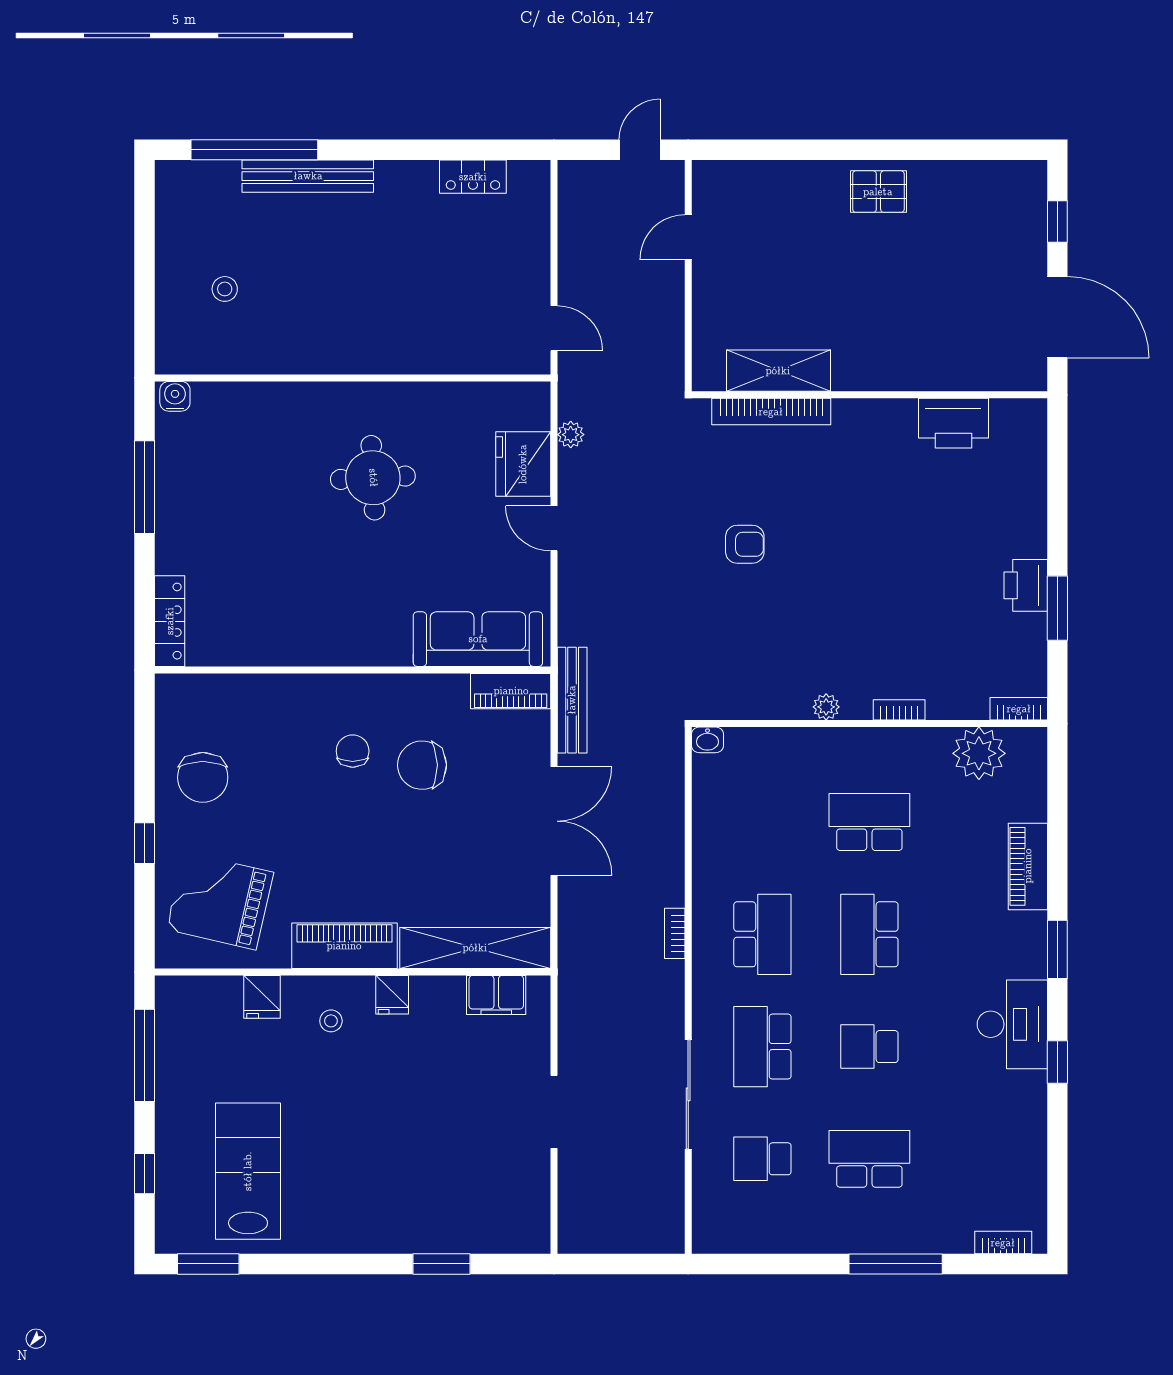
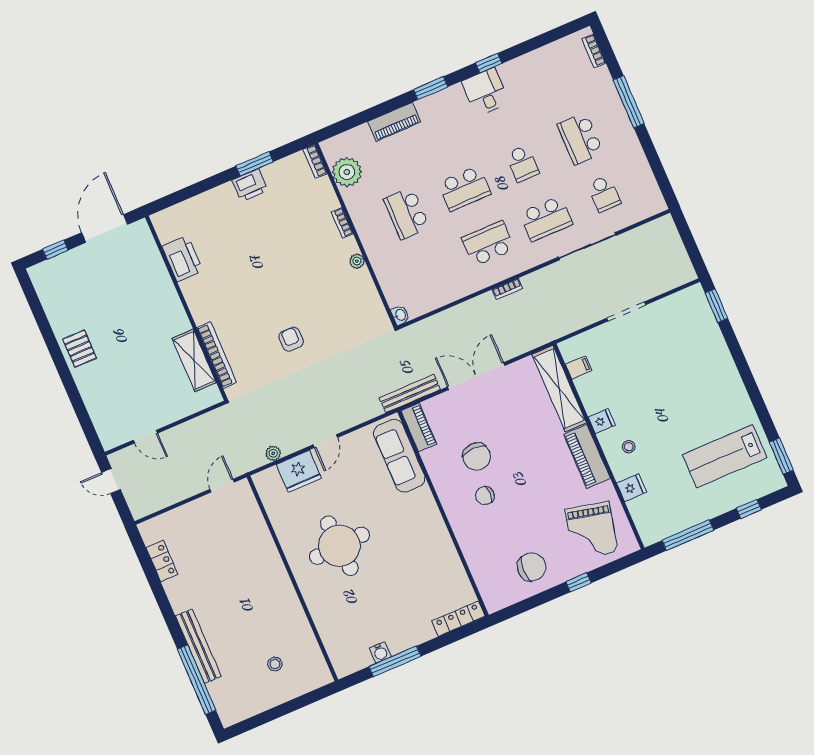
water cooler: (175, 396) -> (380, 652), moved, turned -90
round table: (373, 478) -> (339, 546), width x1.36, depth x1.36
filing cabinet: (496, 995) -> (579, 367), width x0.50
desk: (1012, 1024) -> (485, 92), width x0.73
window: (441, 1264) -> (716, 306), moved

